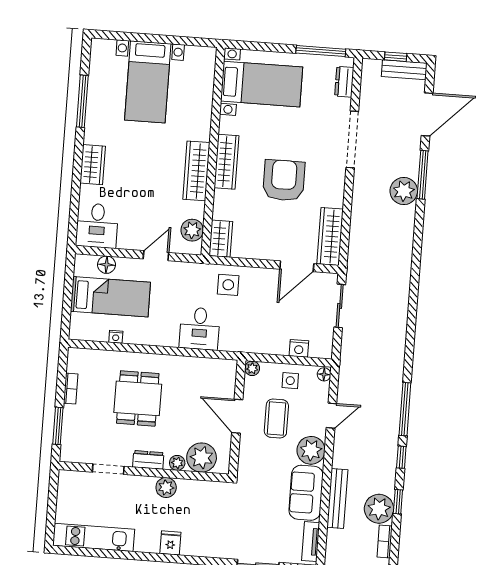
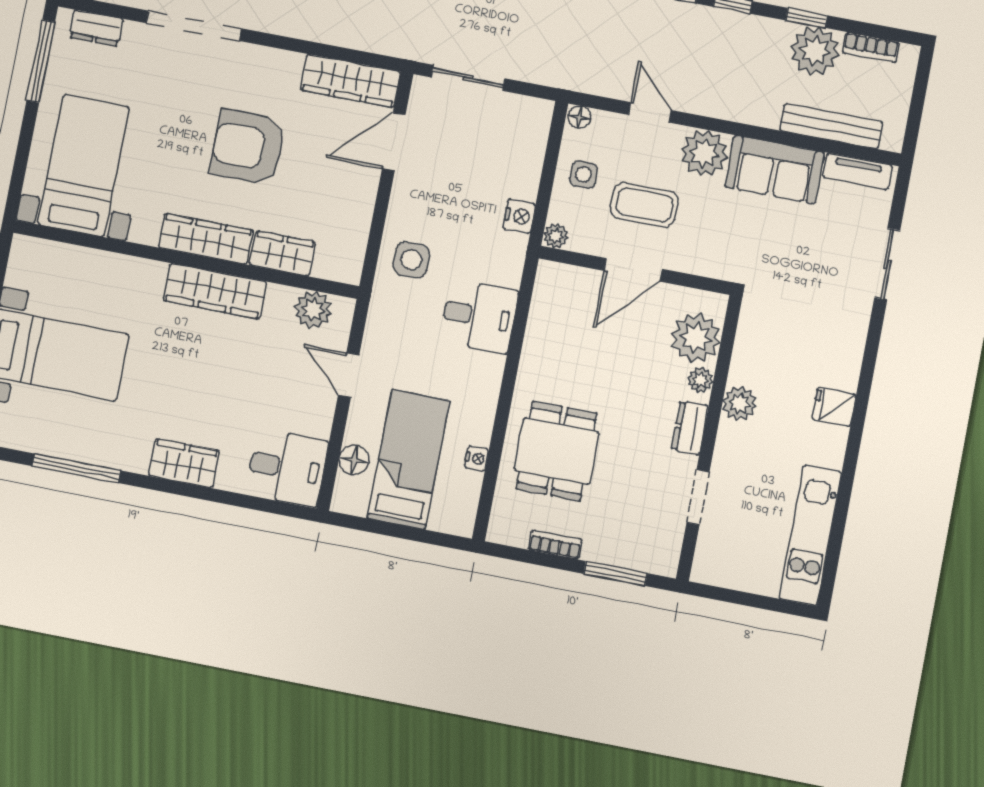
wardrobe: (221, 239) -> (282, 254), moved
door: (297, 266) -> (394, 142), swing flipped
nightstand: (299, 348) -> (519, 216), moved
dining table: (138, 398) -> (556, 451), moved, turned 90
bench: (337, 499) -> (831, 126), moved

